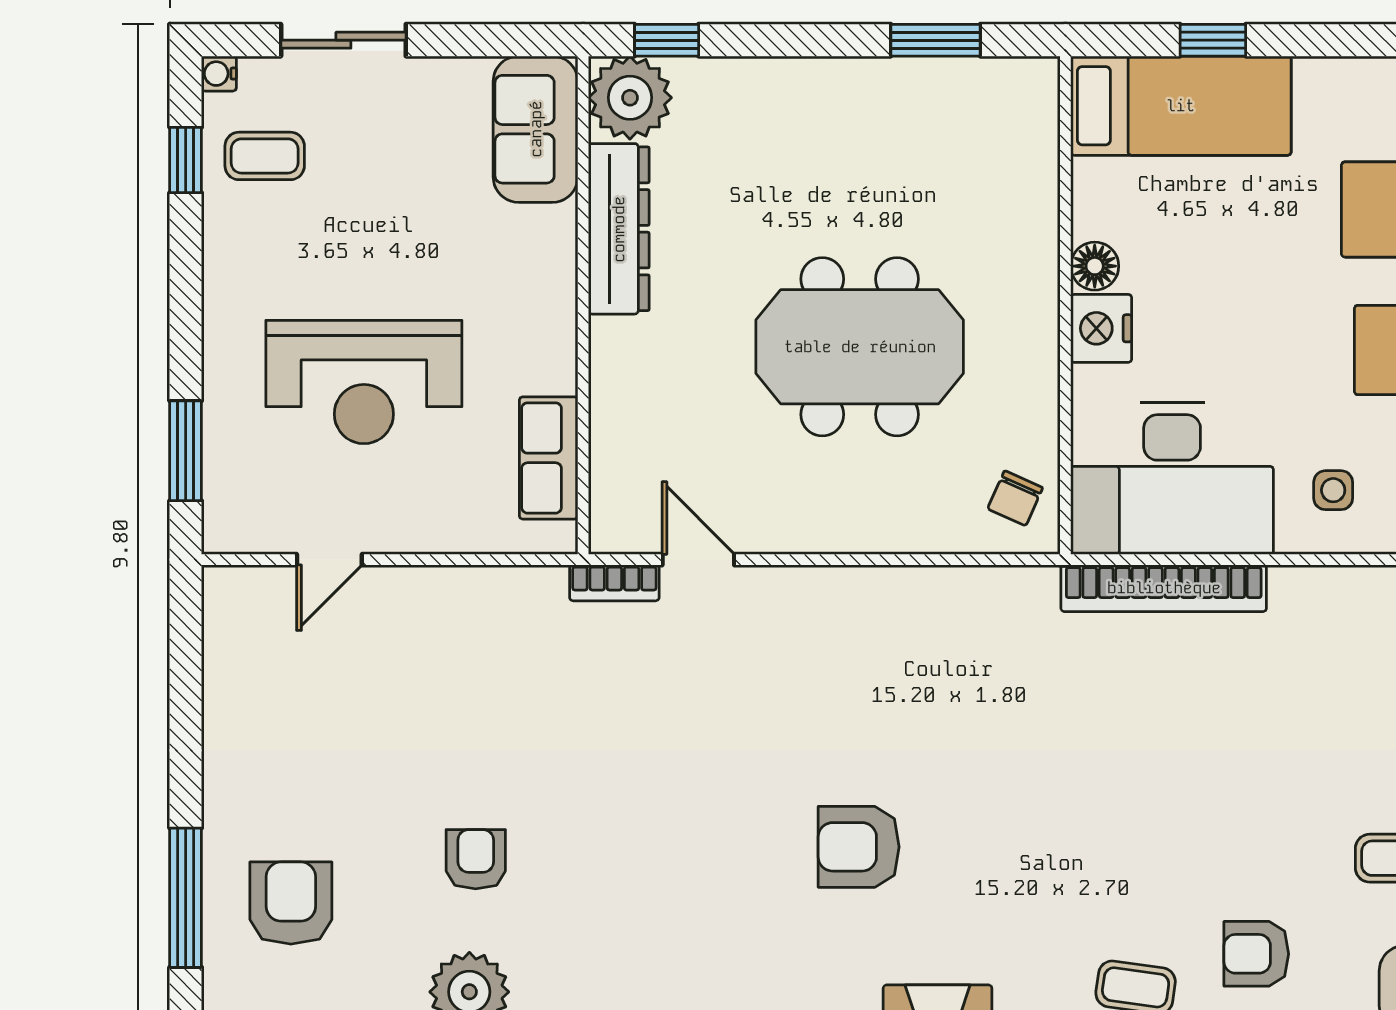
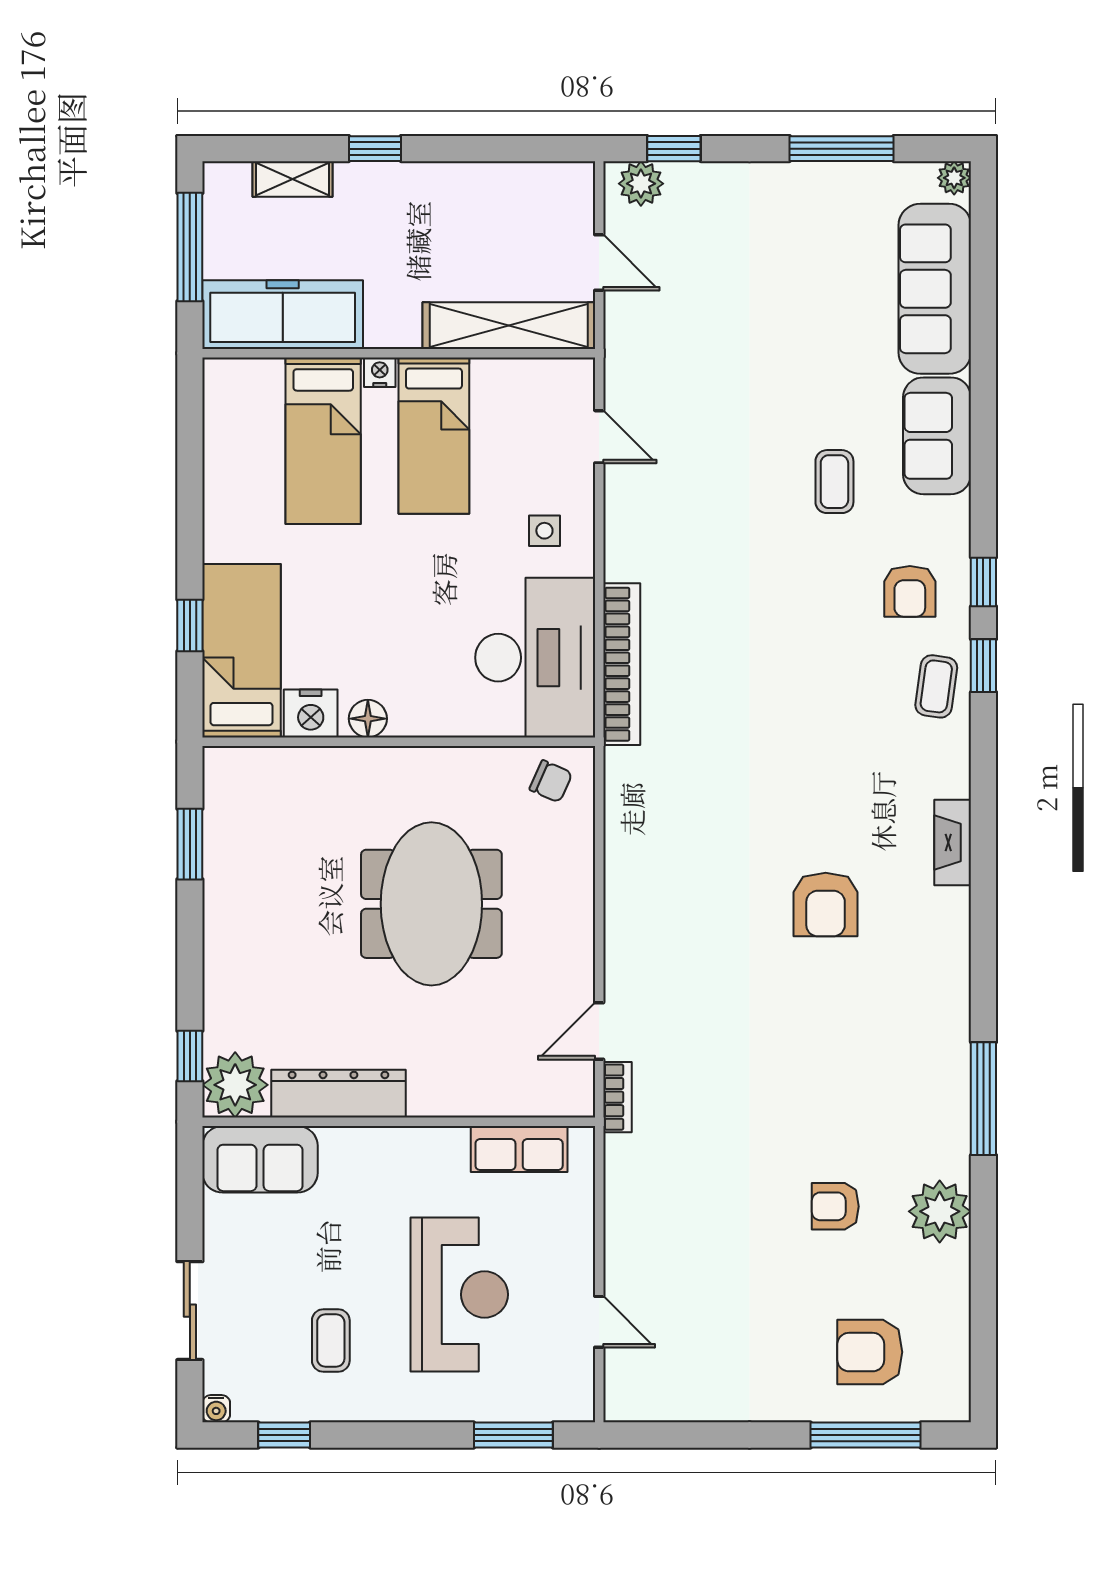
coffee table: (265, 156) -> (331, 1340), moved
nightstand: (1101, 328) -> (311, 713), moved

